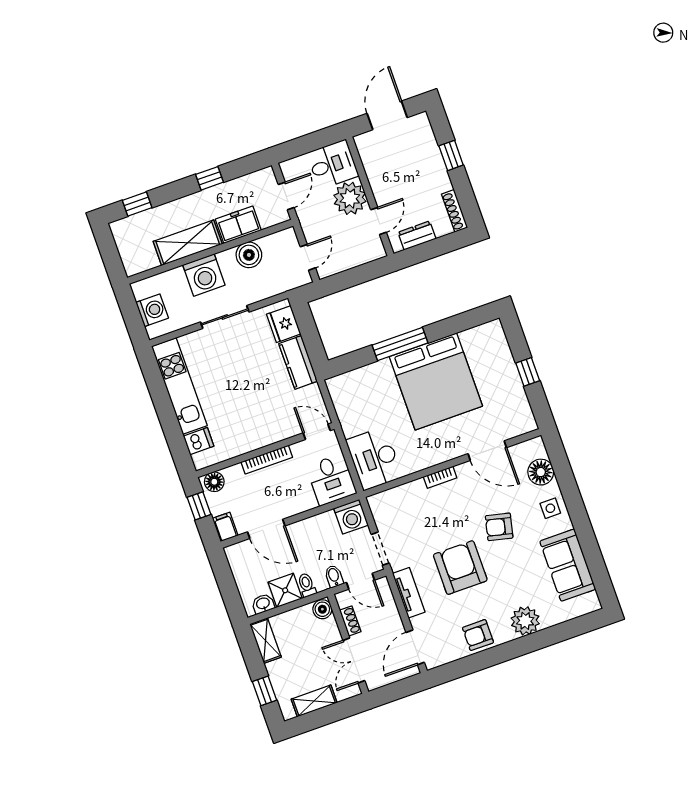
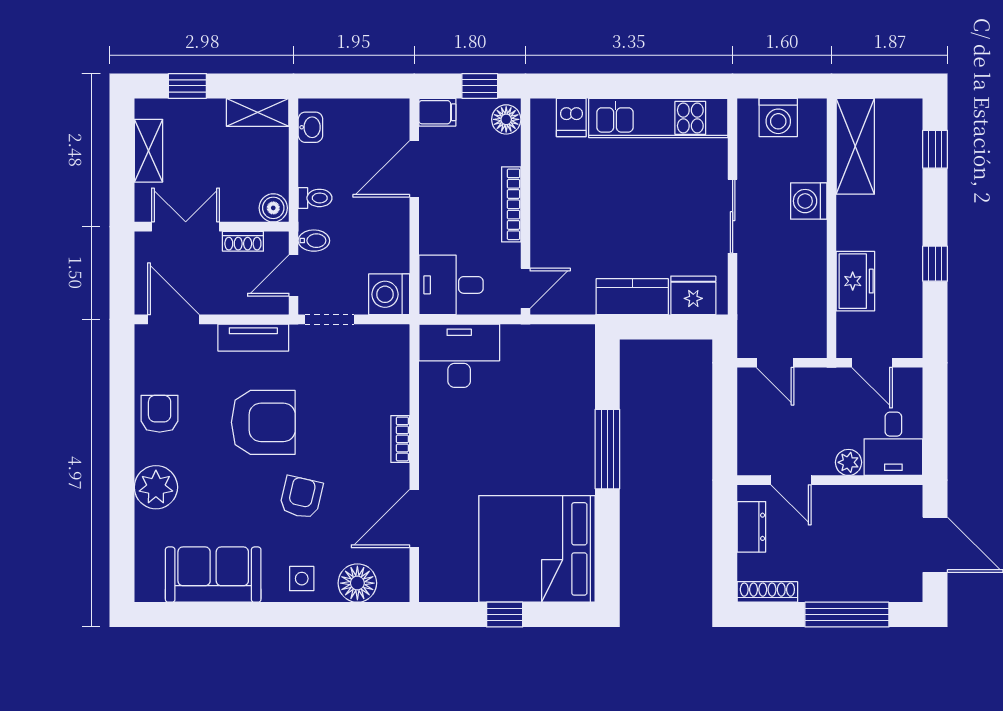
window: (451, 155) -> (847, 615), width x2.17
plant: (350, 198) -> (848, 462), width x0.53, depth x0.53
shelving: (188, 243) -> (855, 146), moved
boiler: (249, 255) -> (808, 281), removed
washing machine: (204, 275) -> (809, 201), width x0.73, depth x0.73
bed: (436, 381) -> (537, 549), moved
shower: (285, 590) -> (318, 165), removed

